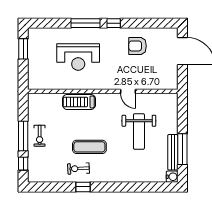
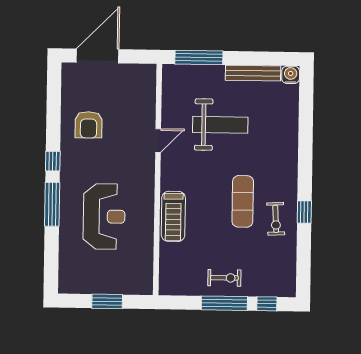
window: (23, 49) -> (107, 301), moved
window: (182, 149) -> (199, 58), moved

